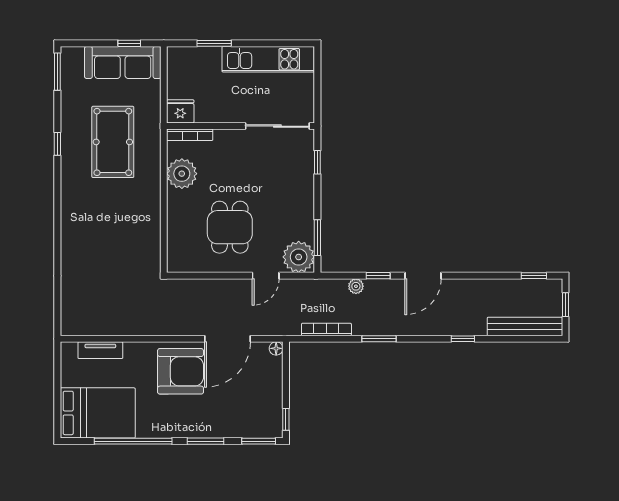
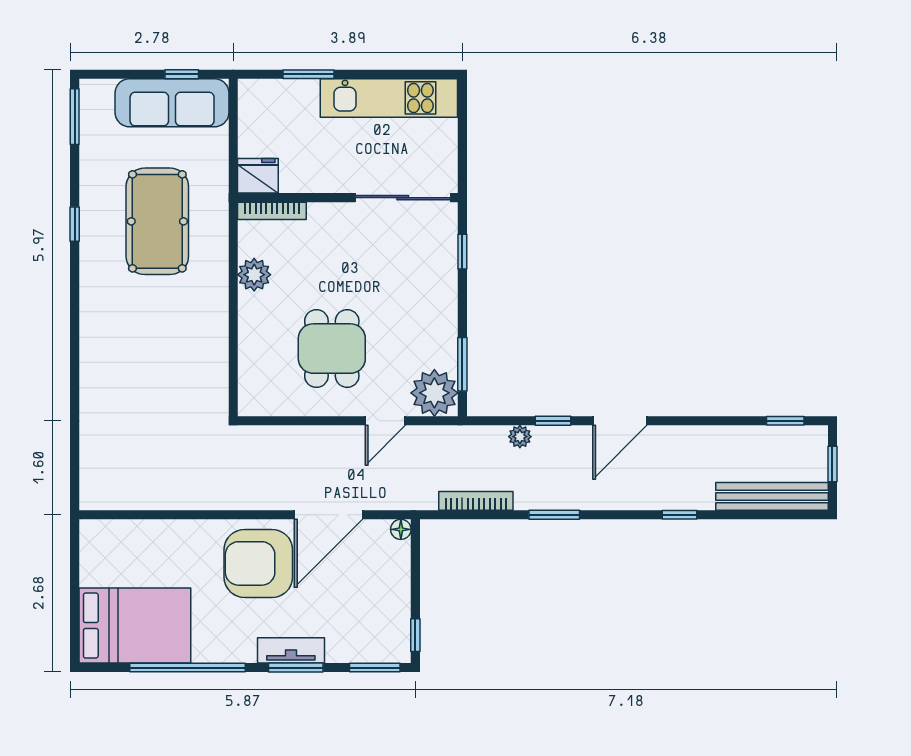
plant: (182, 174) -> (254, 275), width x0.73, depth x0.73
tv unit: (100, 350) -> (291, 650), moved, turned 180
armchair: (180, 371) -> (258, 563), turned 180

